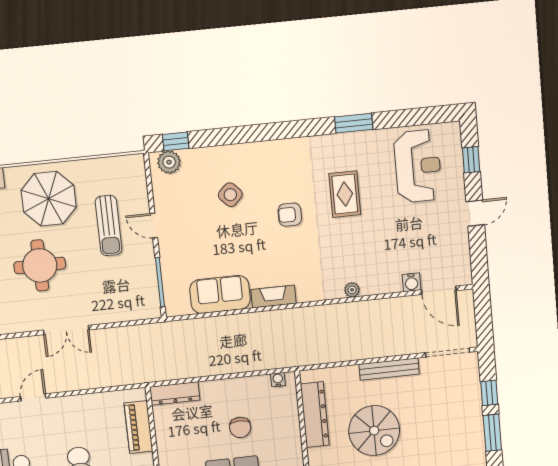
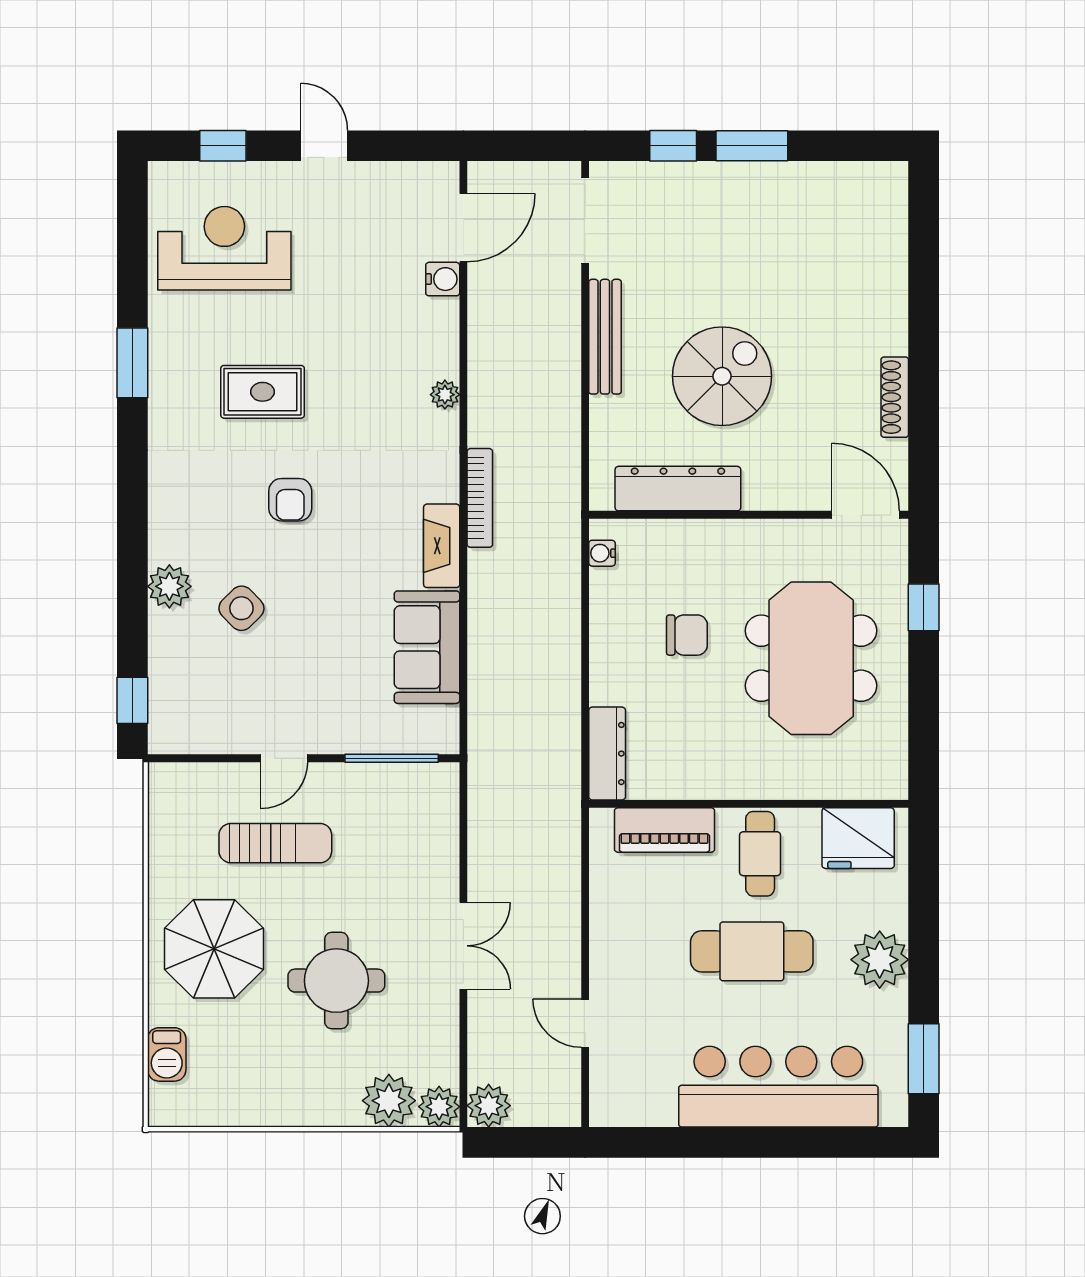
plant: (169, 162) -> (169, 586), moved
bookcase: (300, 314) -> (480, 498), added

